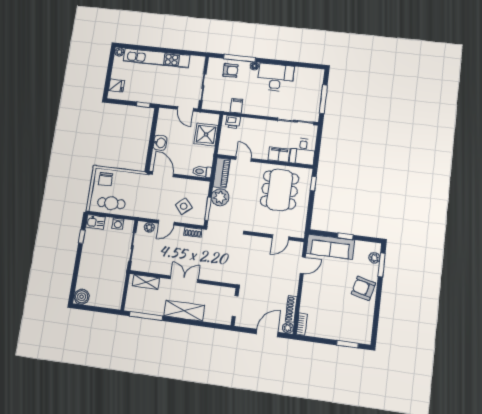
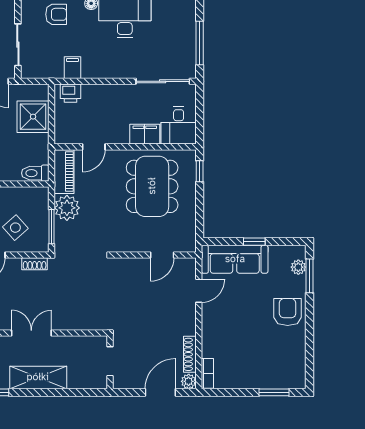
door: (244, 159) -> (94, 147), swing flipped
armchair: (363, 288) -> (288, 312), turned 76

